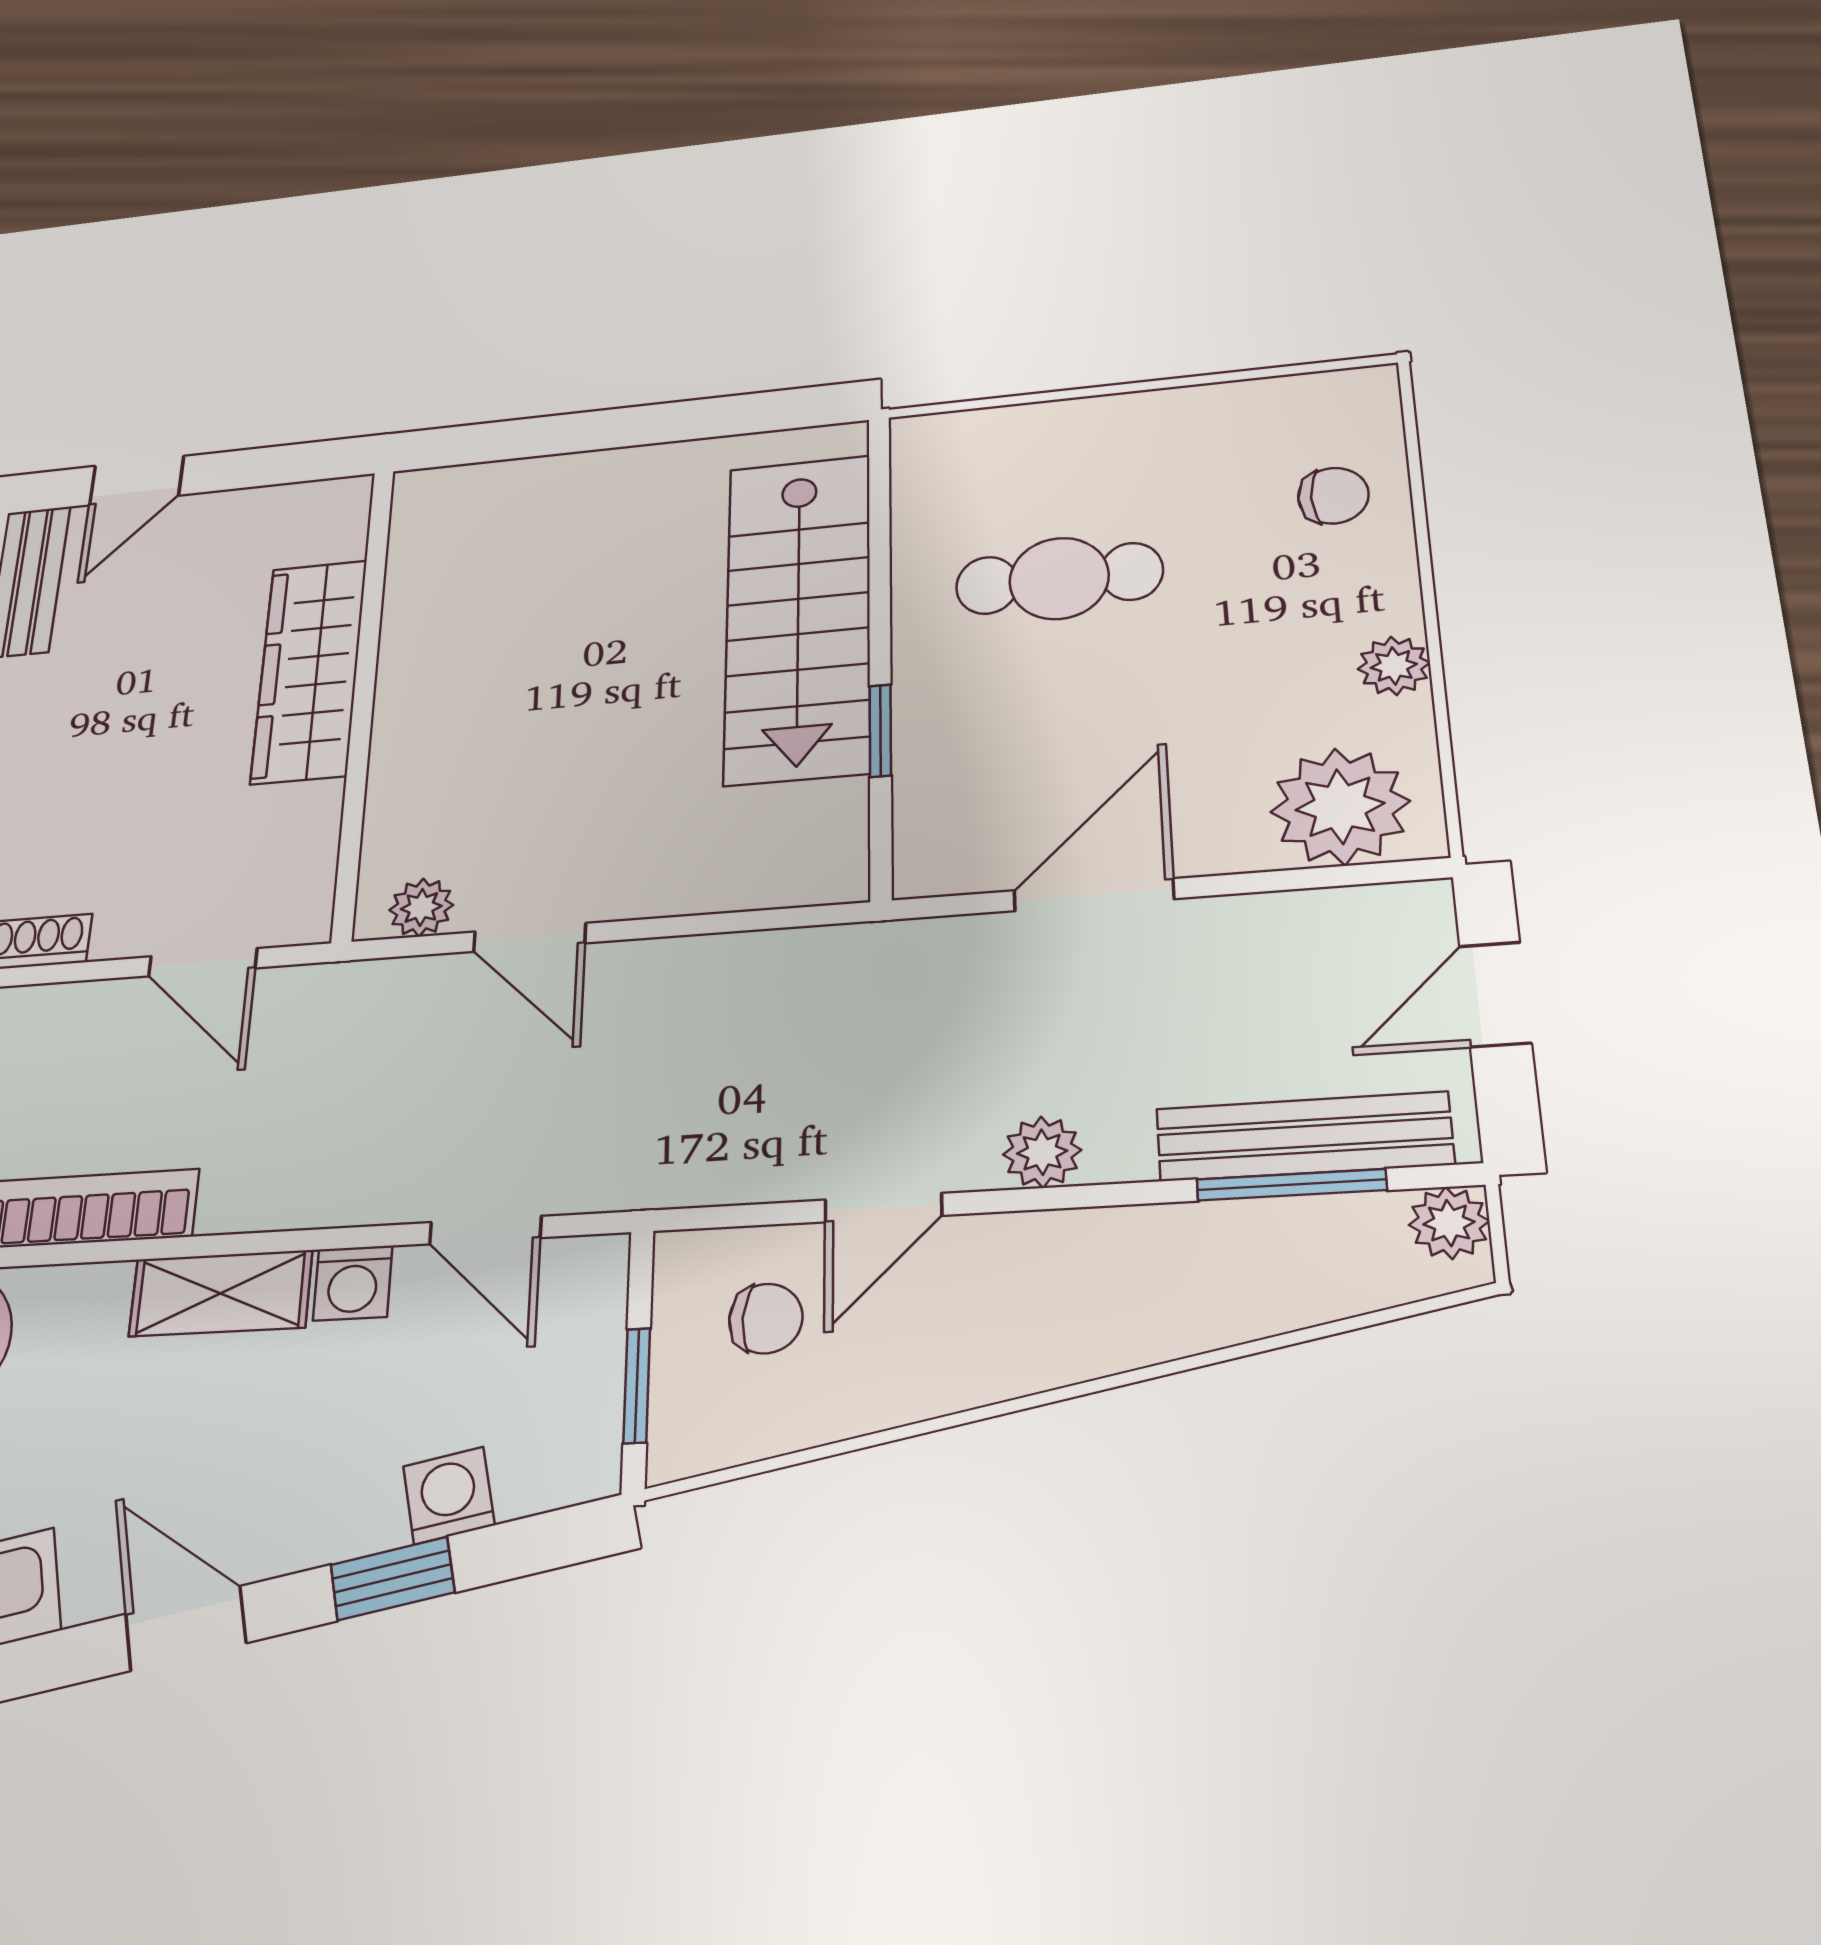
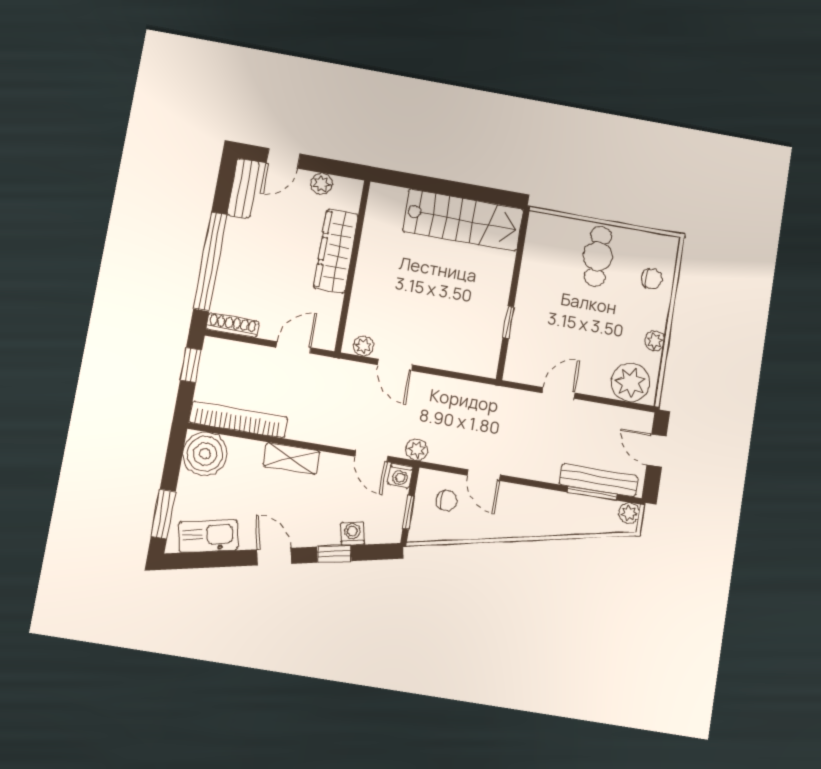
plant: (251, 513) -> (321, 184), added
cafe table: (1059, 578) -> (598, 256), moved, turned 90
stairs: (798, 617) -> (463, 220), moved, turned -90
door: (1094, 895) -> (558, 393), width x0.73
door: (203, 962) -> (294, 347), swing flipped
door: (1495, 994) -> (657, 450), hinge flipped
plant: (1042, 1152) -> (417, 450), moved
door: (883, 1208) -> (484, 475), hinge flipped
washing machine: (353, 1283) -> (400, 476), moved

